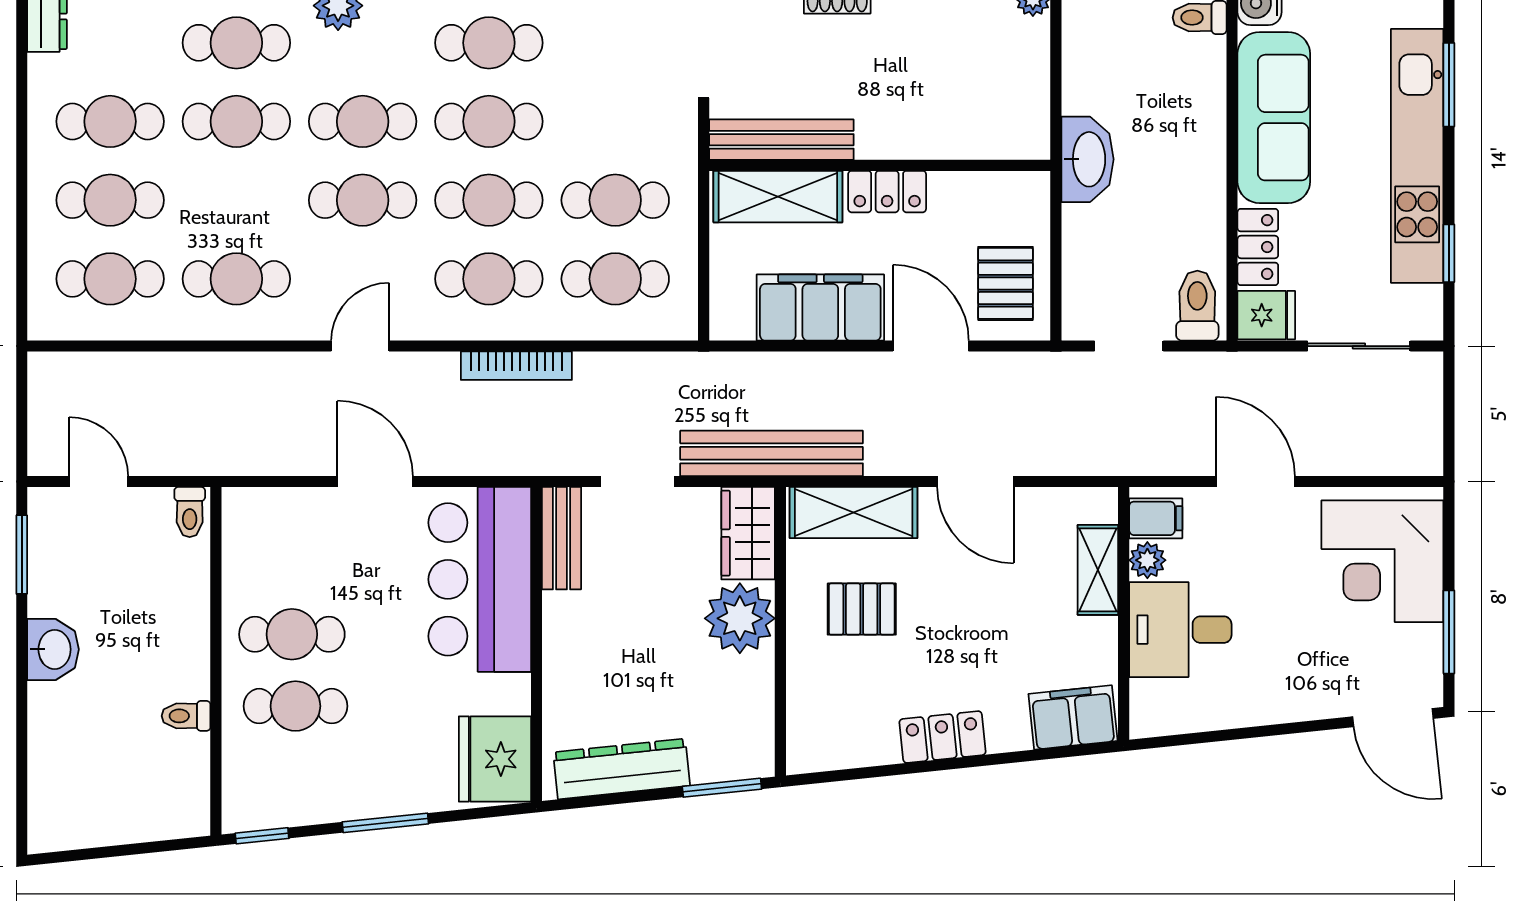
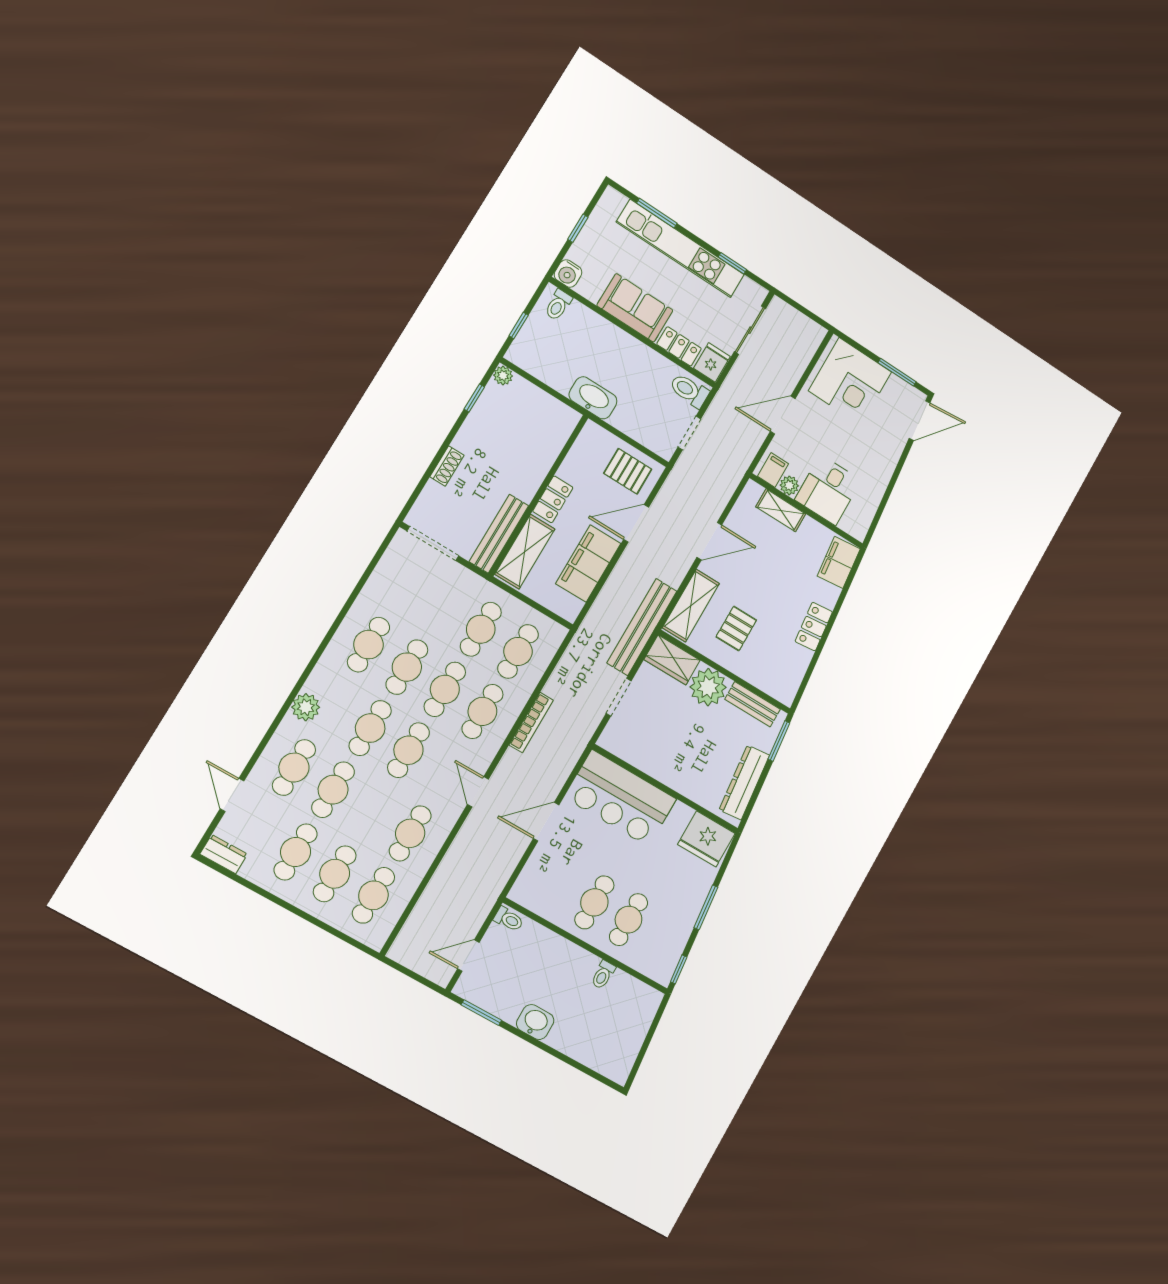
sofa: (1274, 118) -> (635, 308), width x0.73
bench: (562, 538) -> (753, 704), moved

